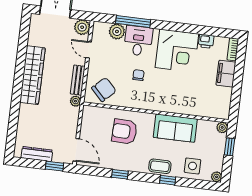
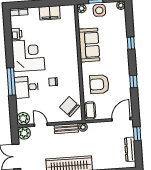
window: (133, 22) -> (11, 81), moved
plant: (117, 32) -> (23, 119), moved
door: (88, 50) -> (41, 125), swing flipped
filing cabinet: (226, 74) -> (50, 13), moved
armchair: (124, 131) -> (99, 84), turned 88
coffee table: (160, 166) -> (90, 110), moved
side table: (192, 166) -> (99, 10), moved

